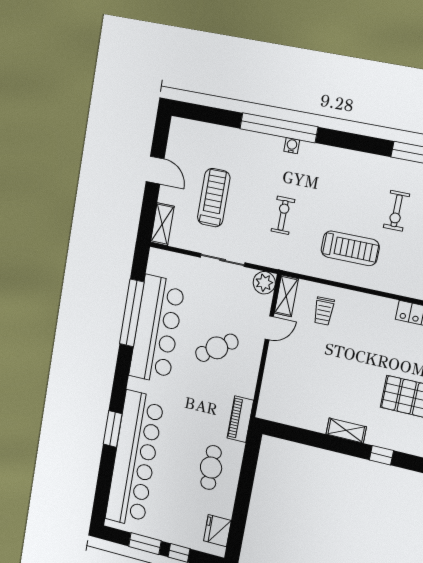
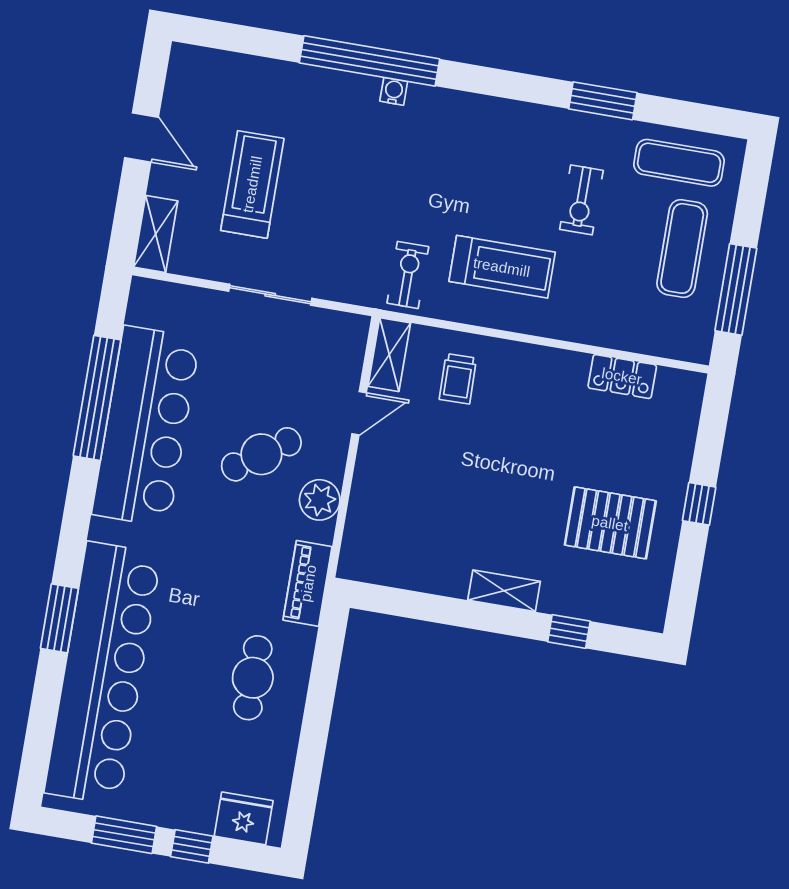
exercise bike: (283, 215) -> (408, 275), moved
plant: (264, 283) -> (320, 500), moved
fridge: (217, 531) -> (244, 818), moved, turned 90

